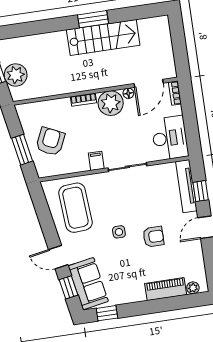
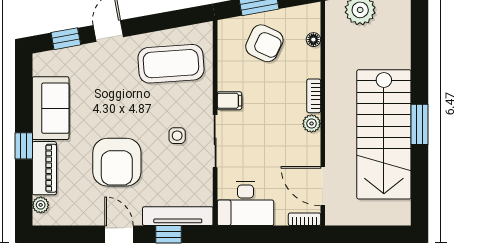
stairs: (103, 38) -> (384, 134), width x1.36, depth x1.51
floor lamp: (128, 93) -> (313, 40), moved
plant: (111, 103) -> (312, 124), width x0.53, depth x0.53
side table: (119, 232) -> (177, 136), moved
armchair: (153, 237) -> (117, 162), width x1.88, depth x1.88
sofa: (88, 284) -> (51, 108), moved, turned -80
window: (107, 313) -> (24, 146), moved

